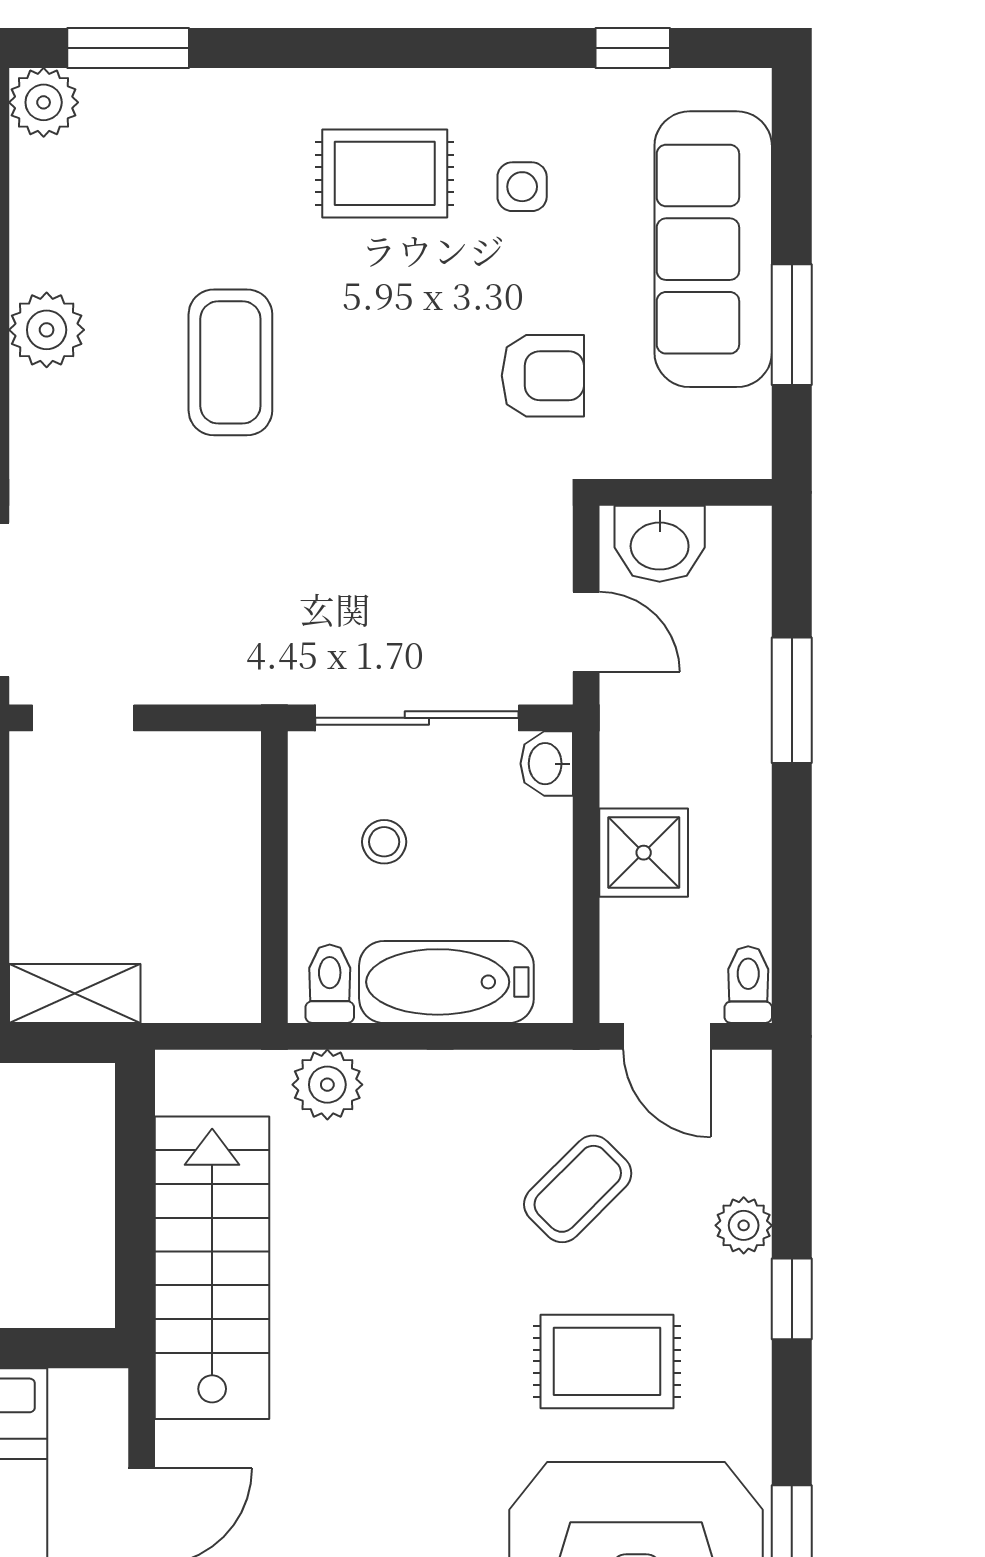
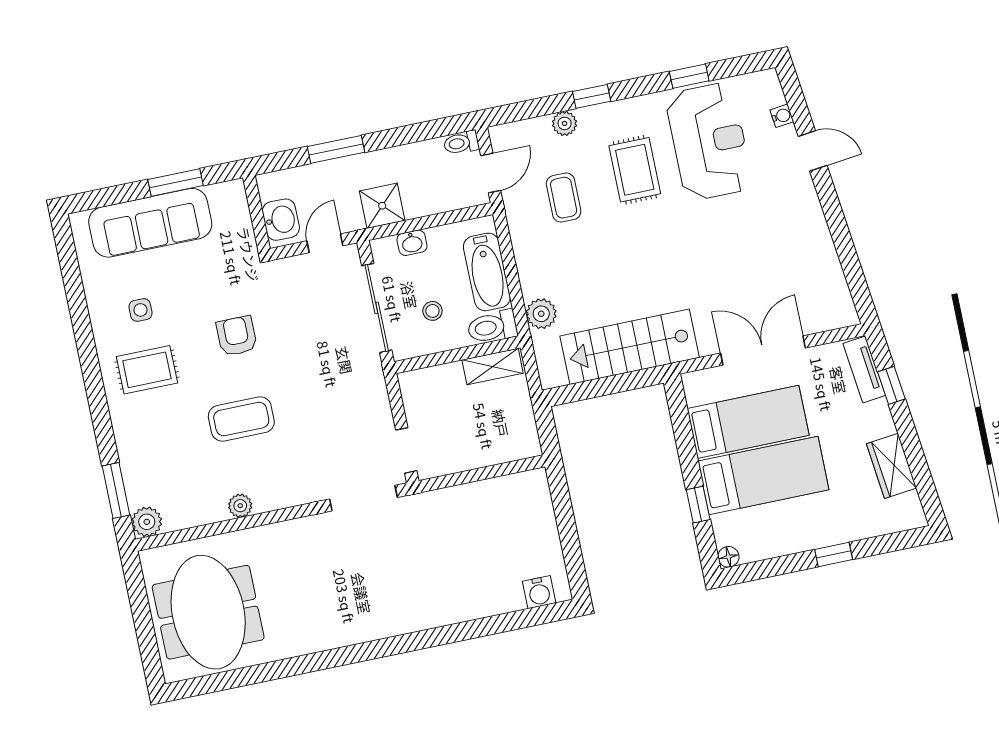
window: (633, 48) -> (71, 275), removed
rug: (385, 173) -> (147, 370), turned 90
plant: (47, 330) -> (240, 506), width x0.73, depth x0.73
armchair: (543, 376) -> (237, 336), moved
washbasin: (547, 764) -> (412, 243), moved
shower: (644, 853) -> (382, 206), moved
toilet: (330, 984) -> (492, 327), width x1.37, depth x1.39
shelving: (75, 994) -> (493, 366), moved, turned 90
coffee table: (578, 1189) -> (564, 198), turned 45

